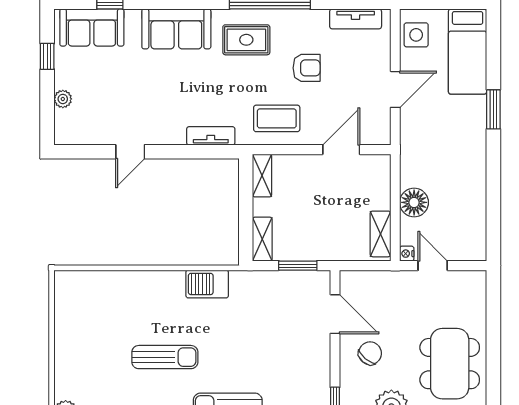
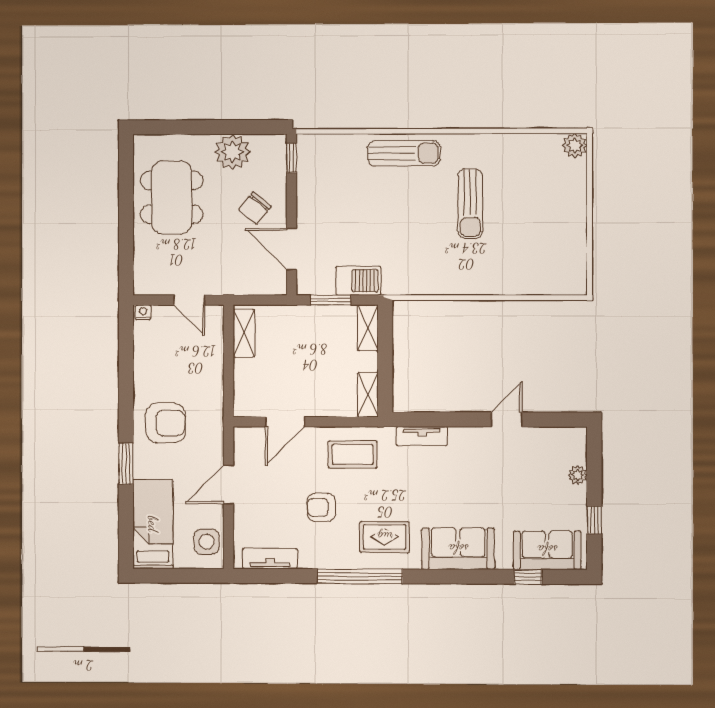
armchair: (455, 148) -> (166, 423), added
floor lamp: (414, 202) -> (209, 366), removed
nightstand: (407, 254) -> (143, 312), moved, turned -90
barbecue: (207, 284) -> (358, 281), moved
sun lounger: (165, 357) -> (470, 204), turned -90

